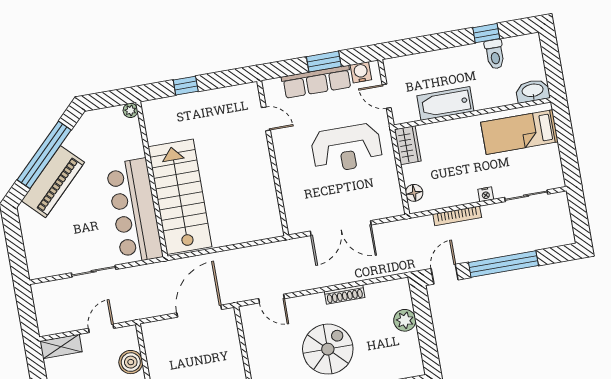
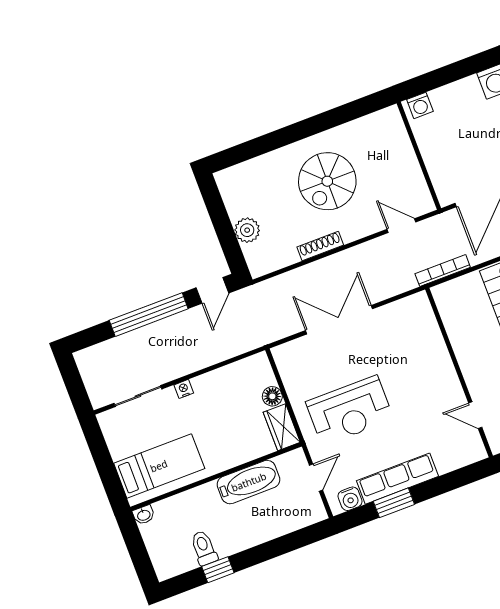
washbasin: (533, 91) -> (144, 515), width x0.52, depth x0.69
door: (387, 96) -> (316, 478), hinge flipped
door: (266, 119) -> (475, 415), moved
reception desk: (347, 148) -> (350, 411), turned 180
wall: (273, 158) -> (459, 373), moved
floor lamp: (414, 193) -> (272, 396), moved
bookcase: (457, 216) -> (443, 271), moved

